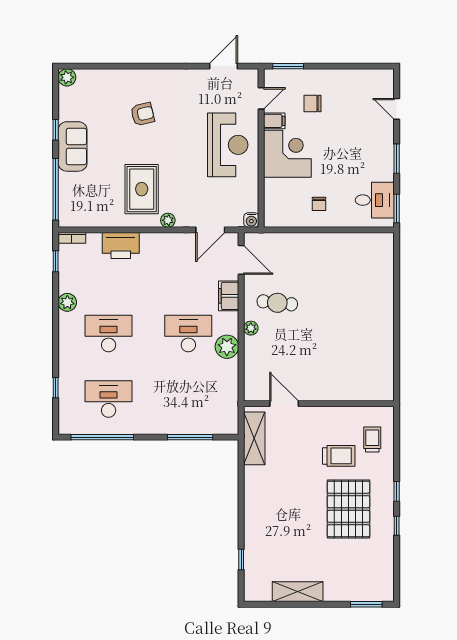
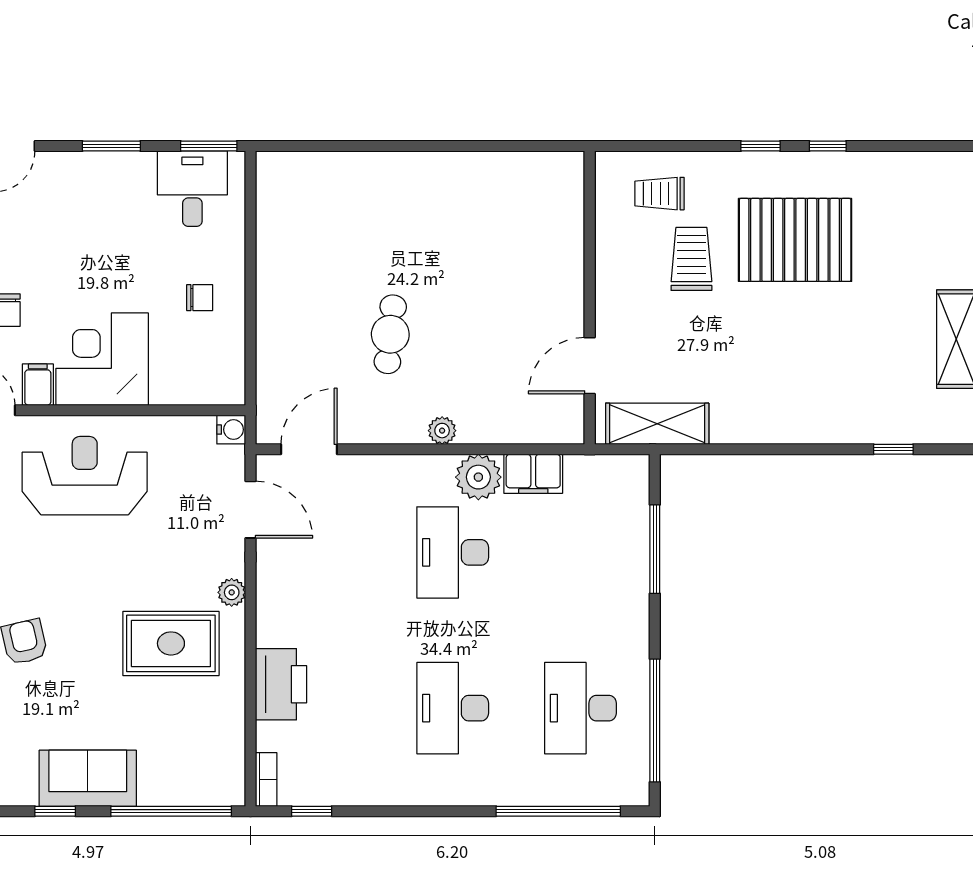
filing cabinet: (229, 296) -> (533, 474), moved
plant: (67, 302) -> (392, 789), removed
cafe table: (277, 303) -> (390, 334), moved
window: (56, 388) -> (558, 811), width x3.17

